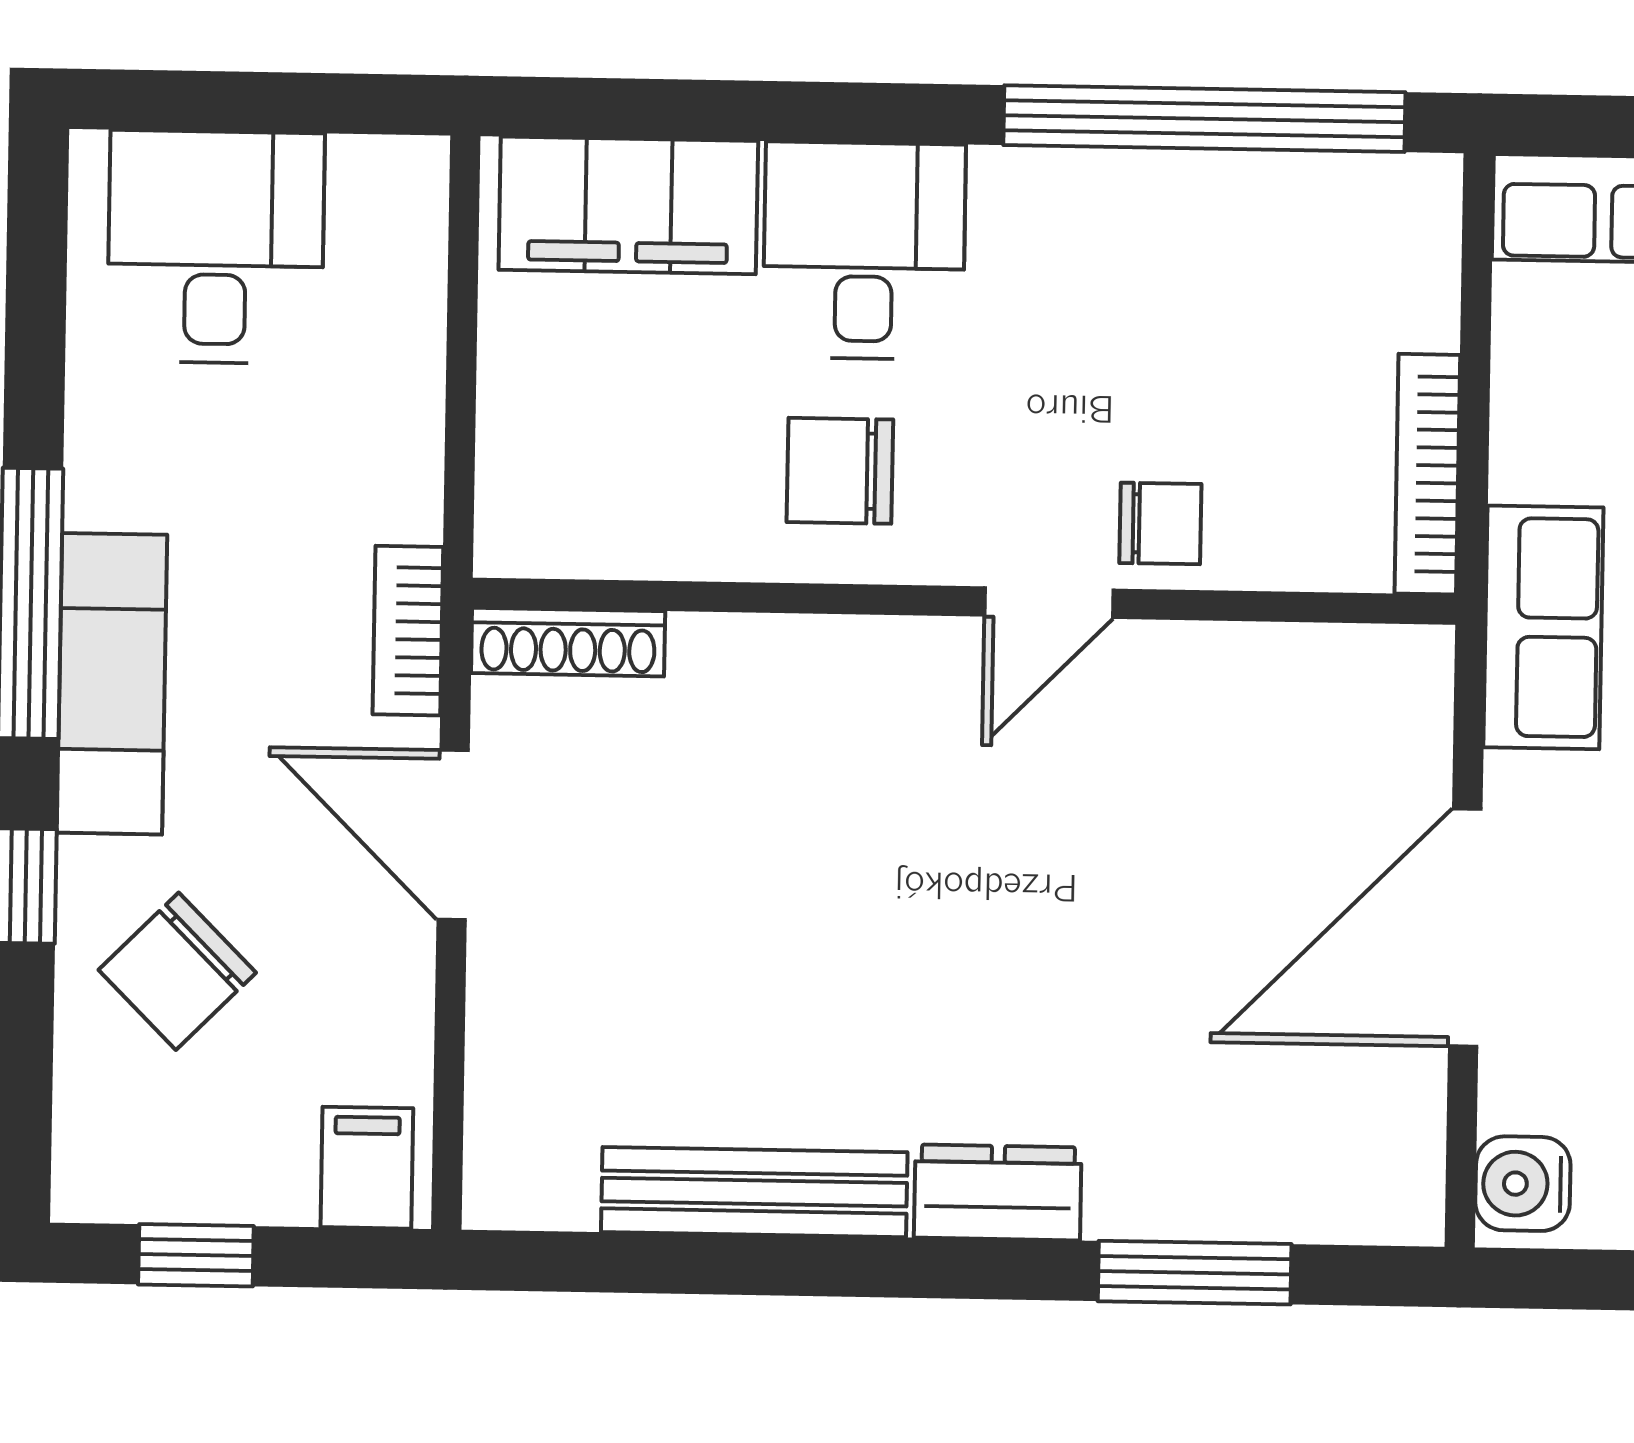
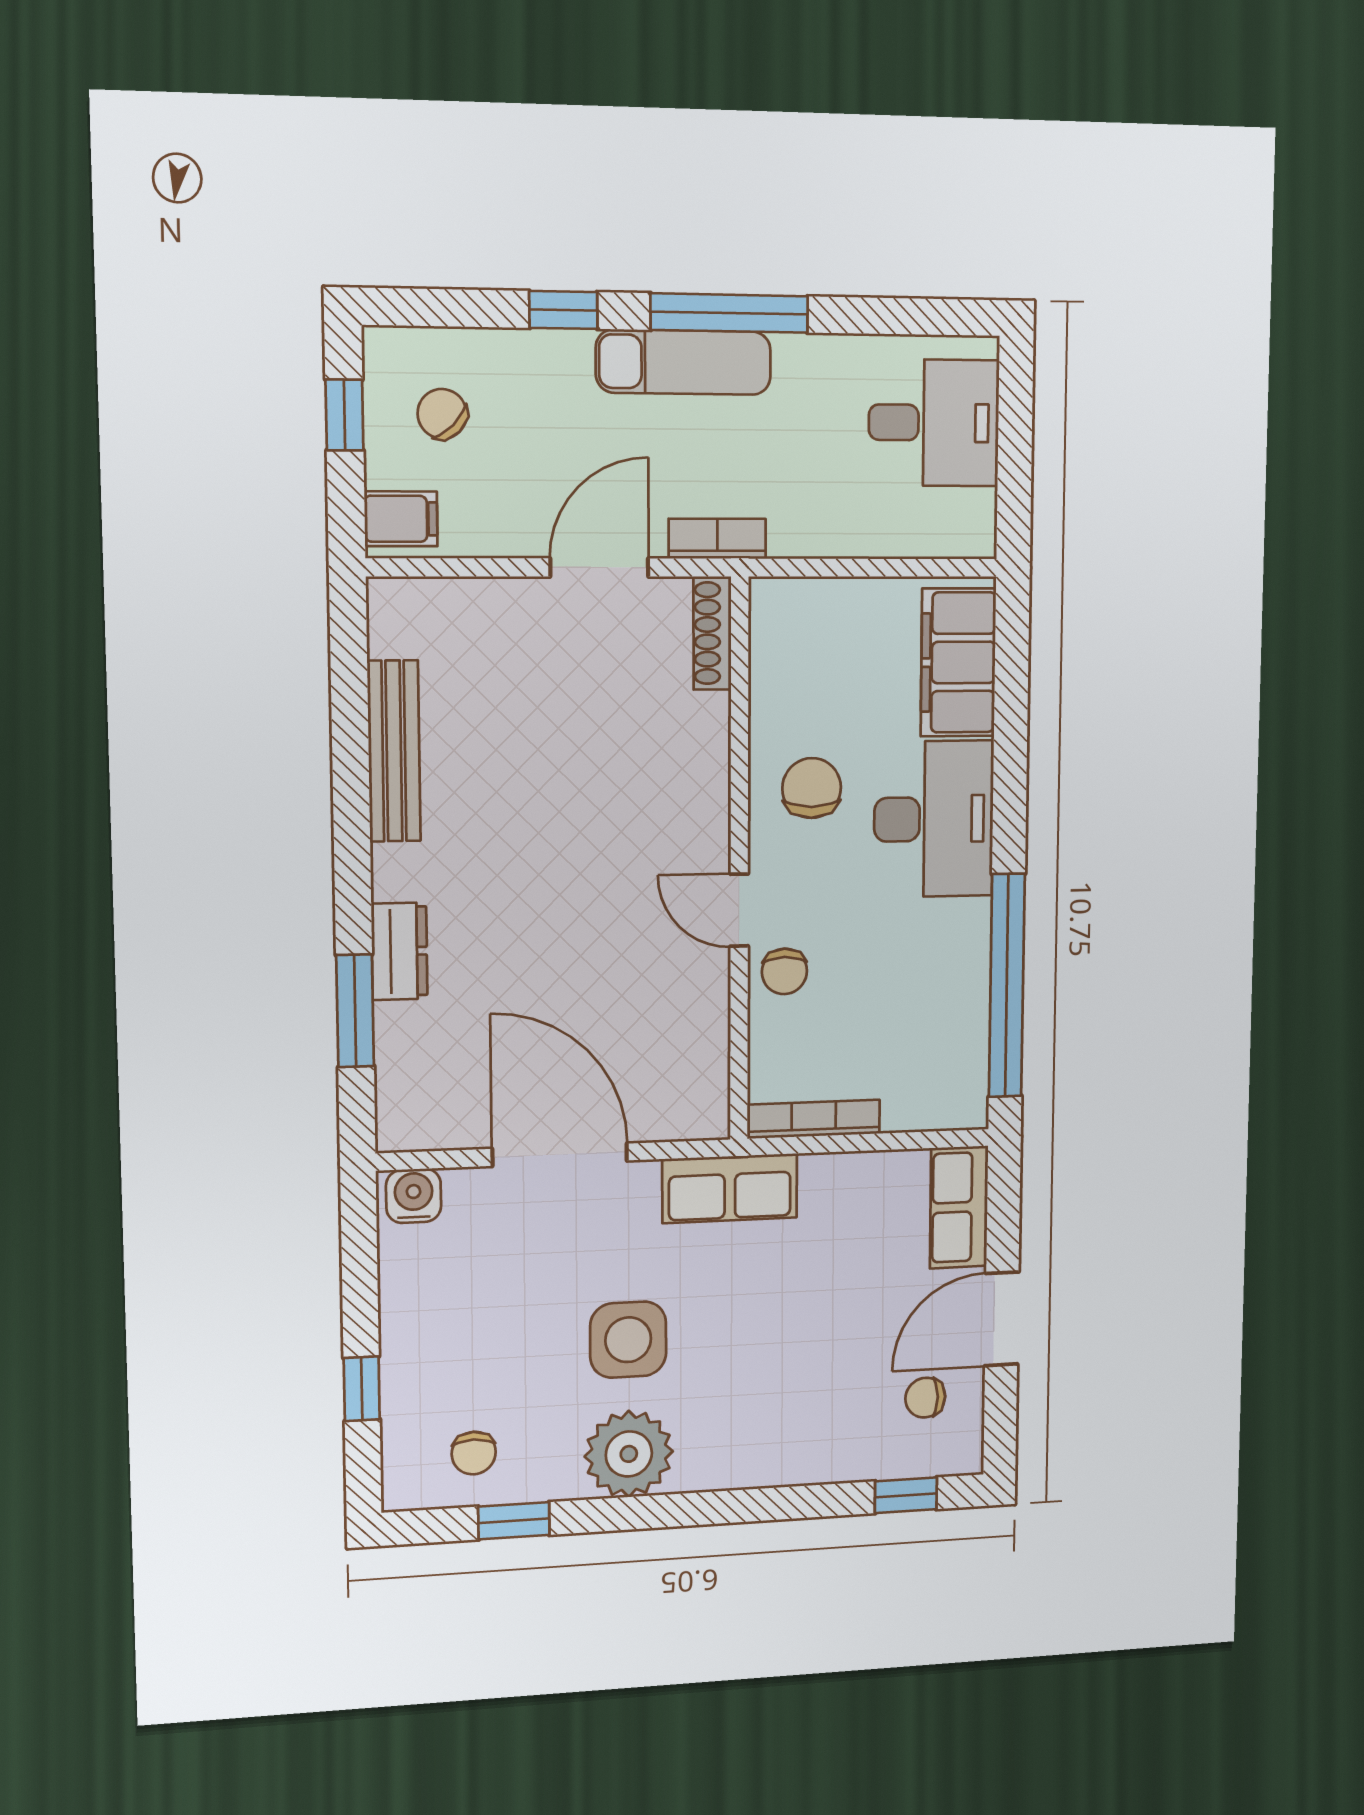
desk: (864, 251) -> (934, 819), width x1.37
chair: (177, 971) -> (442, 414), moved, width x0.73, depth x0.73
dresser: (998, 1192) -> (399, 951), moved

